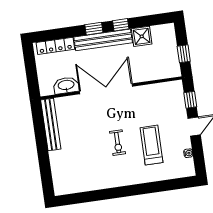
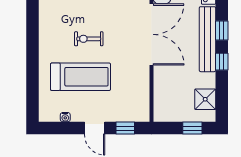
shower: (142, 36) -> (205, 99), moved
window: (184, 54) -> (192, 128), moved
treadmill: (151, 145) -> (80, 77), width x1.37, depth x1.38

